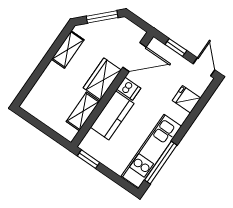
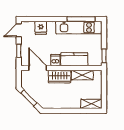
shelving: (68, 49) -> (91, 104), moved

